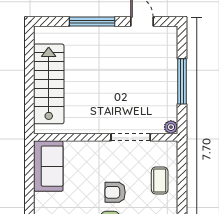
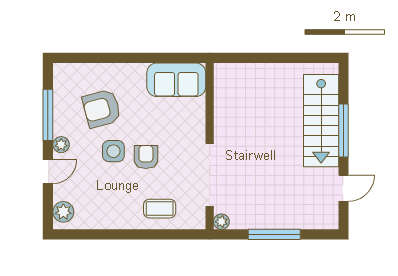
stairs: (49, 84) -> (321, 121), moved, turned 90
doorway: (131, 137) -> (210, 175), width x1.36

